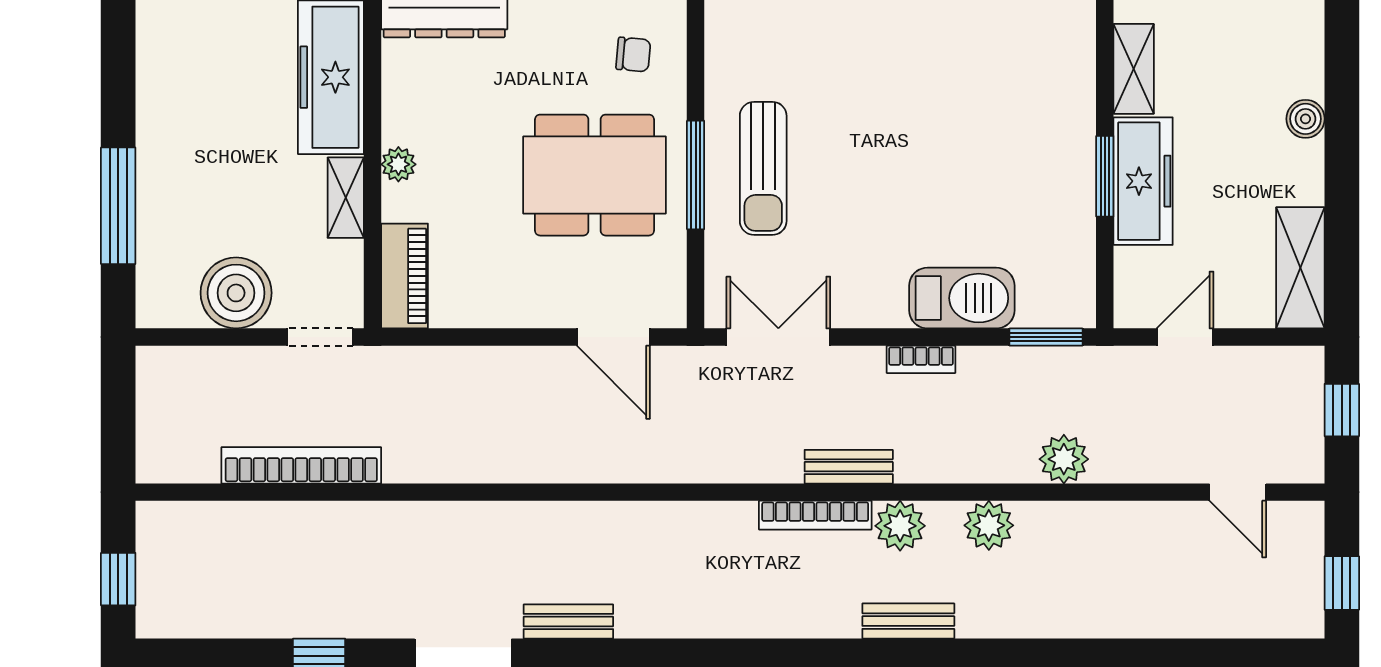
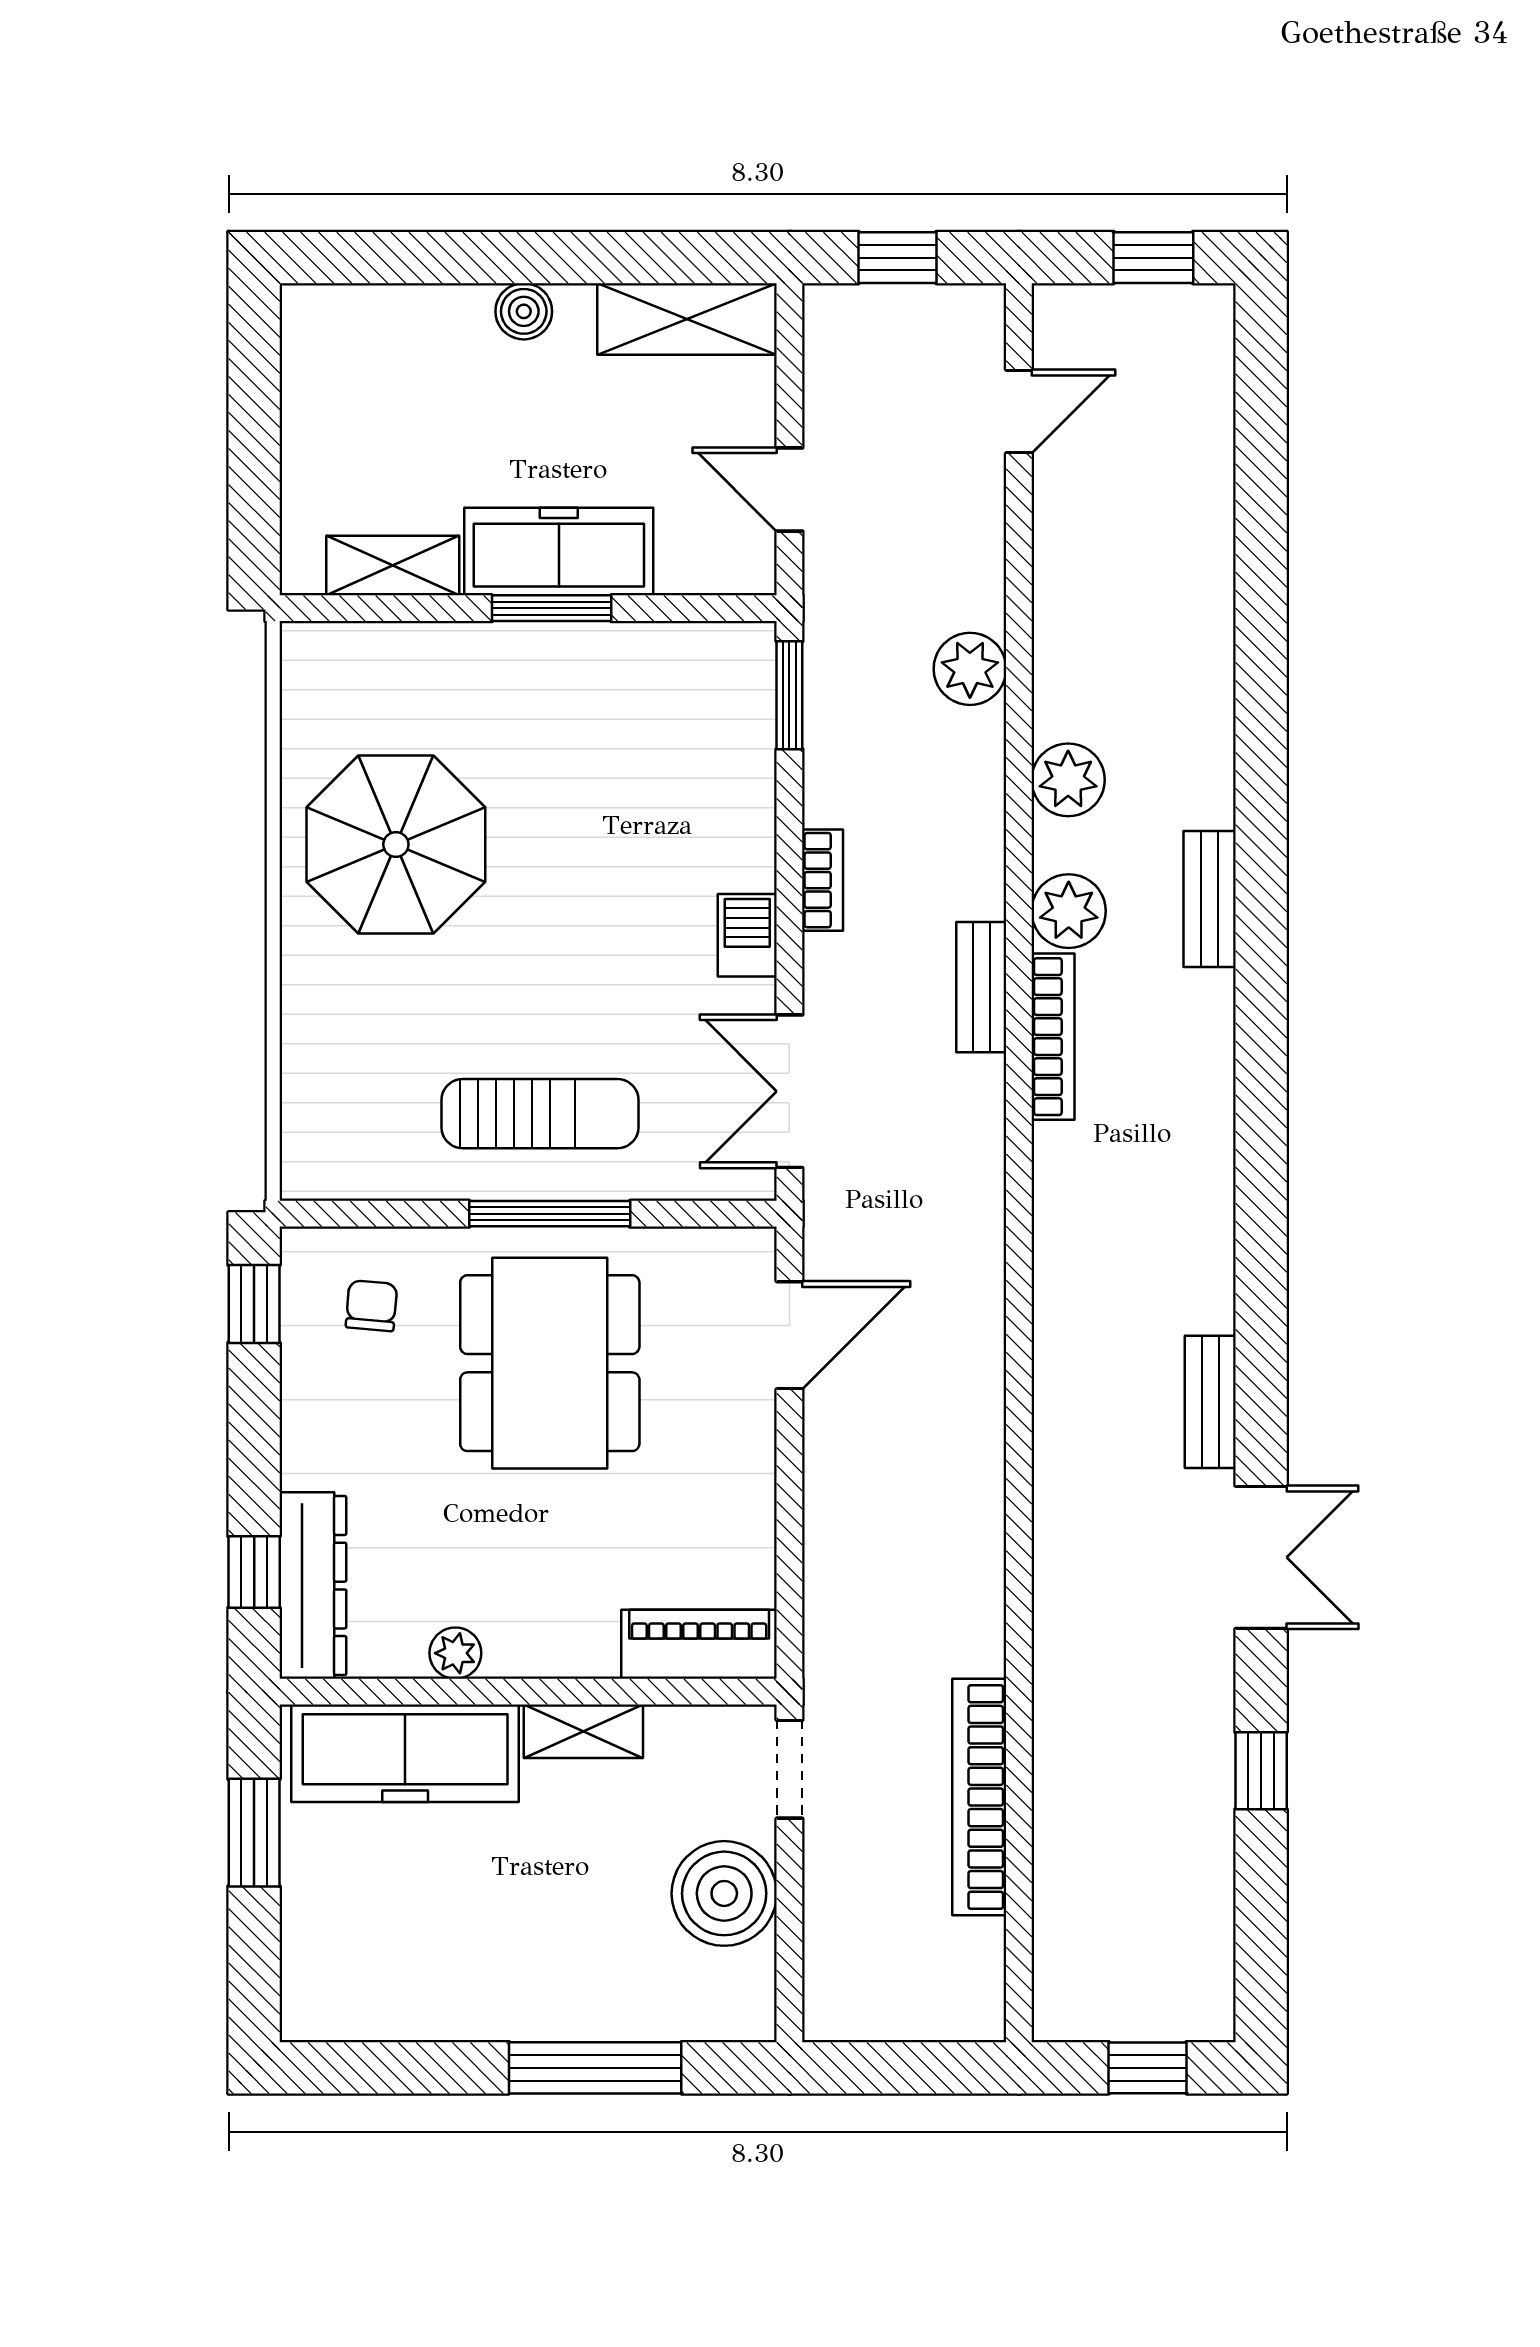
parasol: (945, 71) -> (396, 844), added
boiler: (1305, 119) -> (524, 311), moved
plant: (398, 164) -> (455, 1653), moved
barbecue: (962, 298) -> (747, 935), moved, width x0.53, depth x0.65

